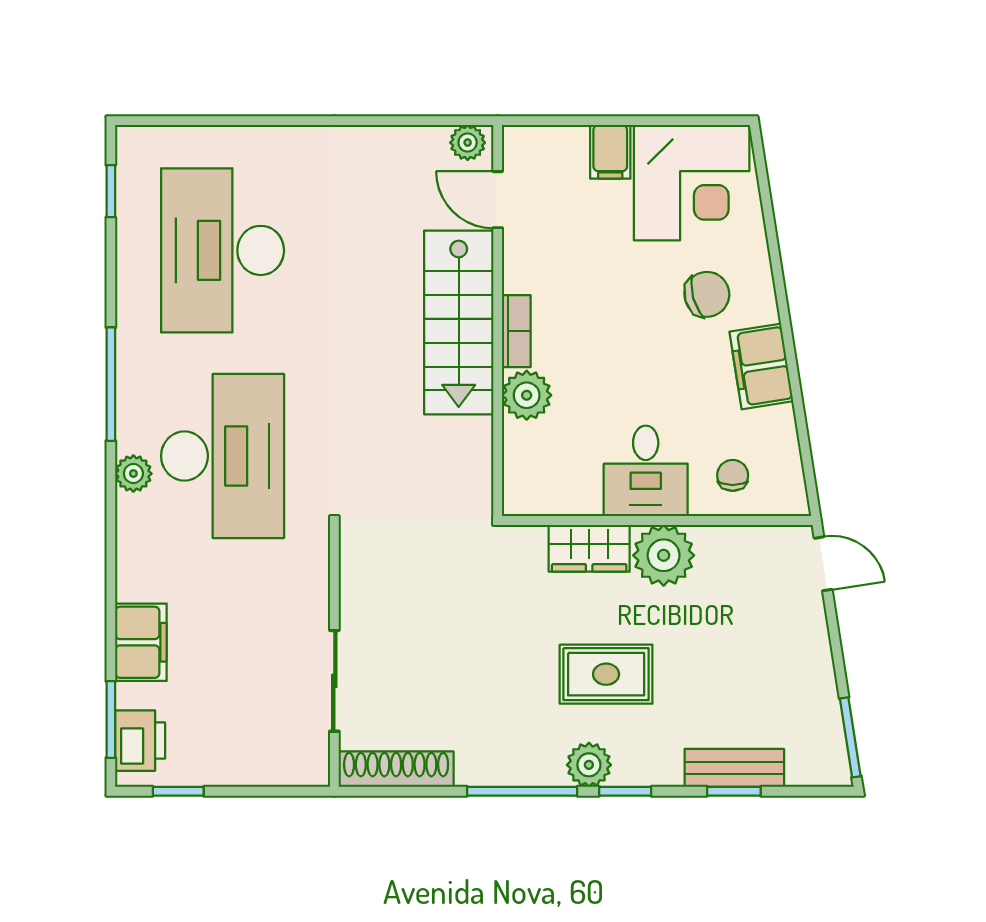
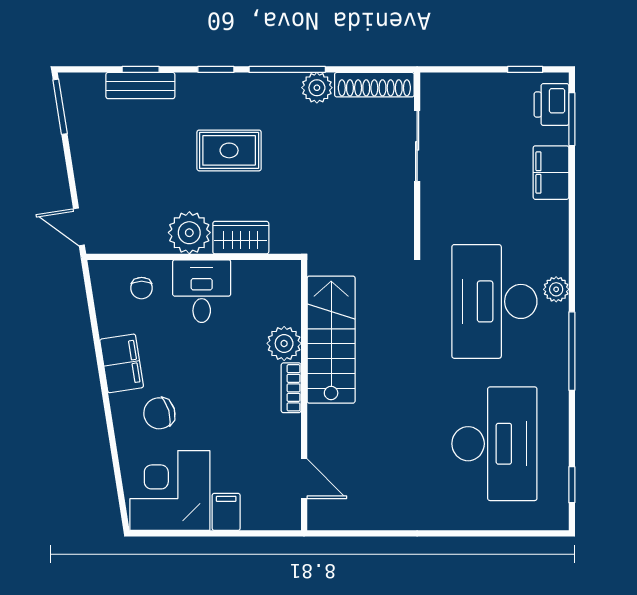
plant: (468, 143) -> (325, 518), removed
stairs: (459, 322) -> (331, 340), moved
plant: (589, 765) -> (317, 88), moved

